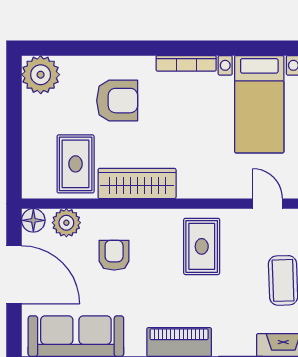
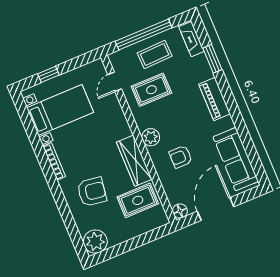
armchair: (117, 101) -> (92, 192), turned 98
plant: (66, 223) -> (151, 137), moved
rug: (202, 246) -> (151, 90), moved

